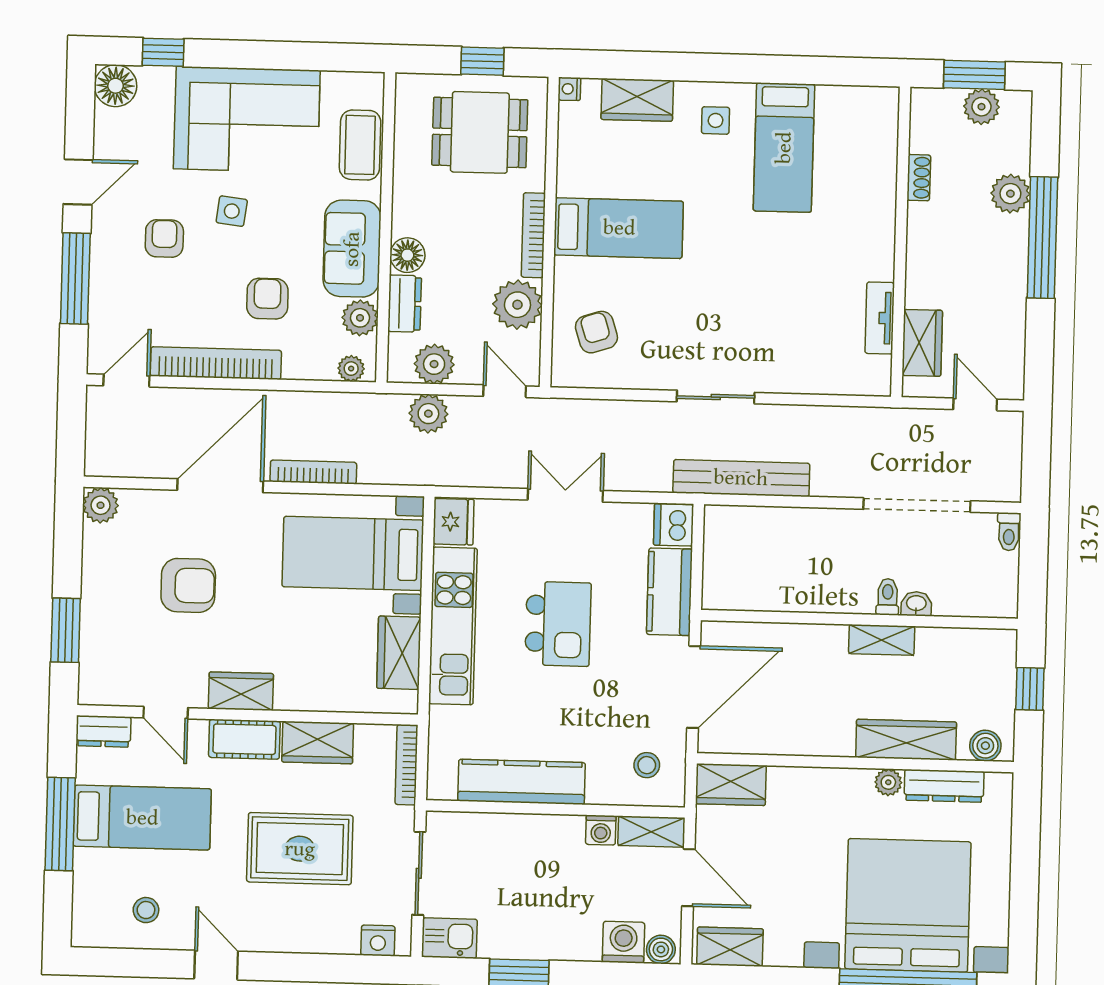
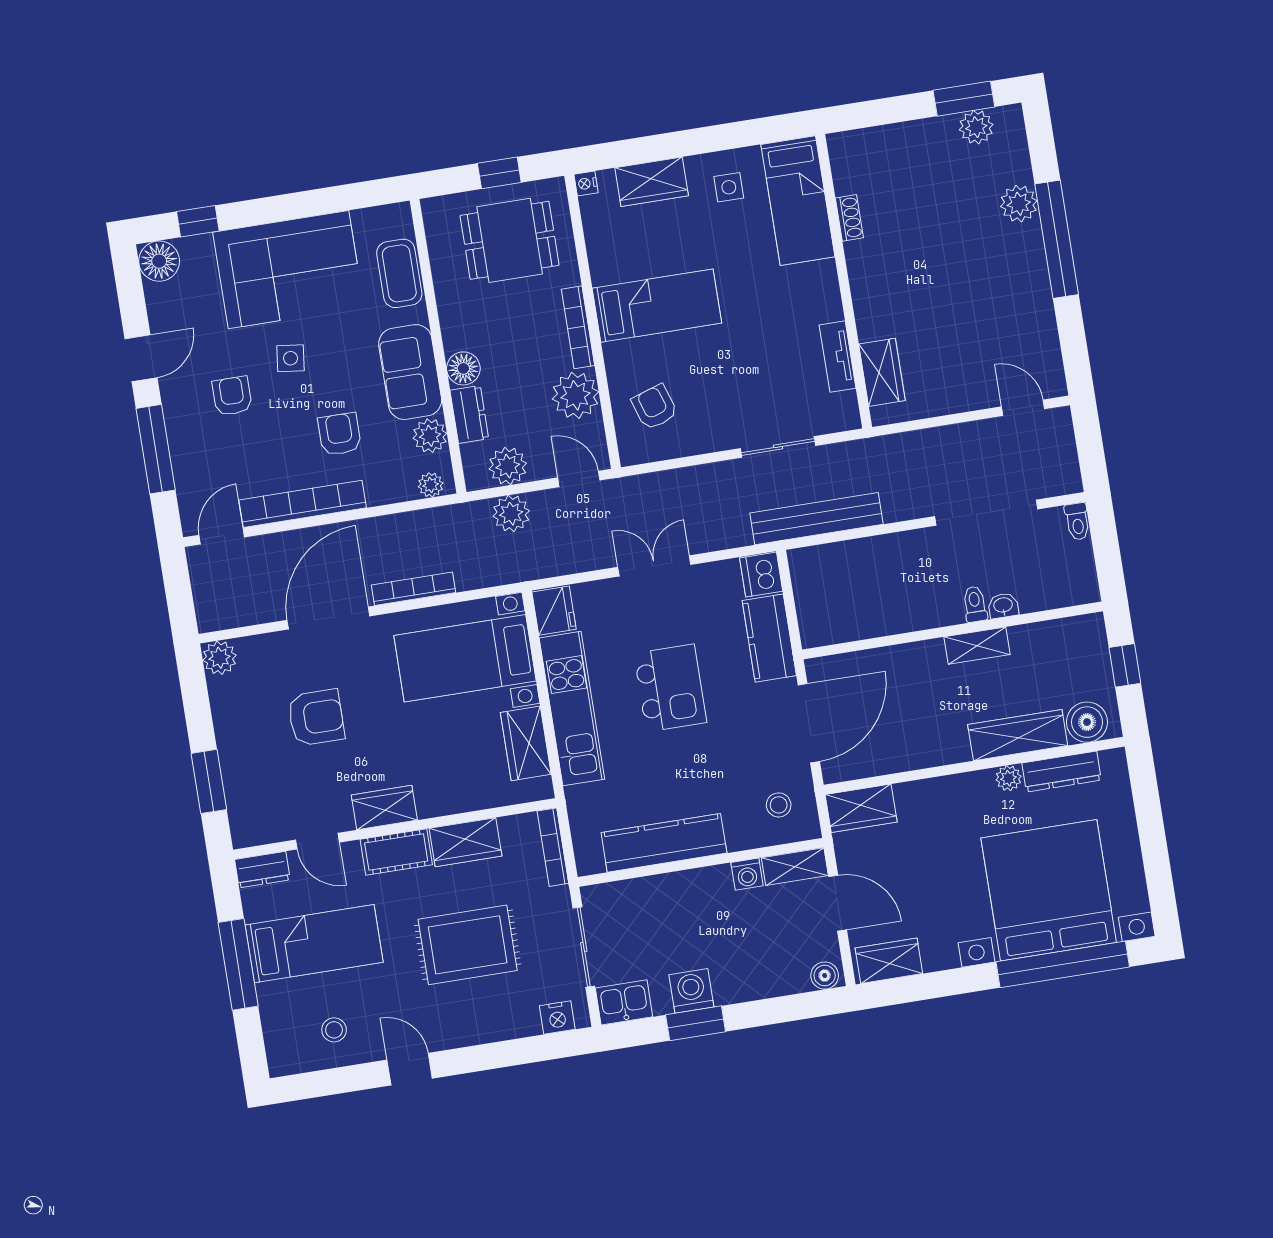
shoe rack: (919, 178) -> (849, 218), moved
wall: (901, 242) -> (844, 281), moved
tv unit: (880, 318) -> (838, 357), moved
wardrobe: (922, 343) -> (882, 372), moved
boiler: (985, 746) -> (1087, 722), width x1.36, depth x1.36
washing machine: (623, 942) -> (691, 991), moved

